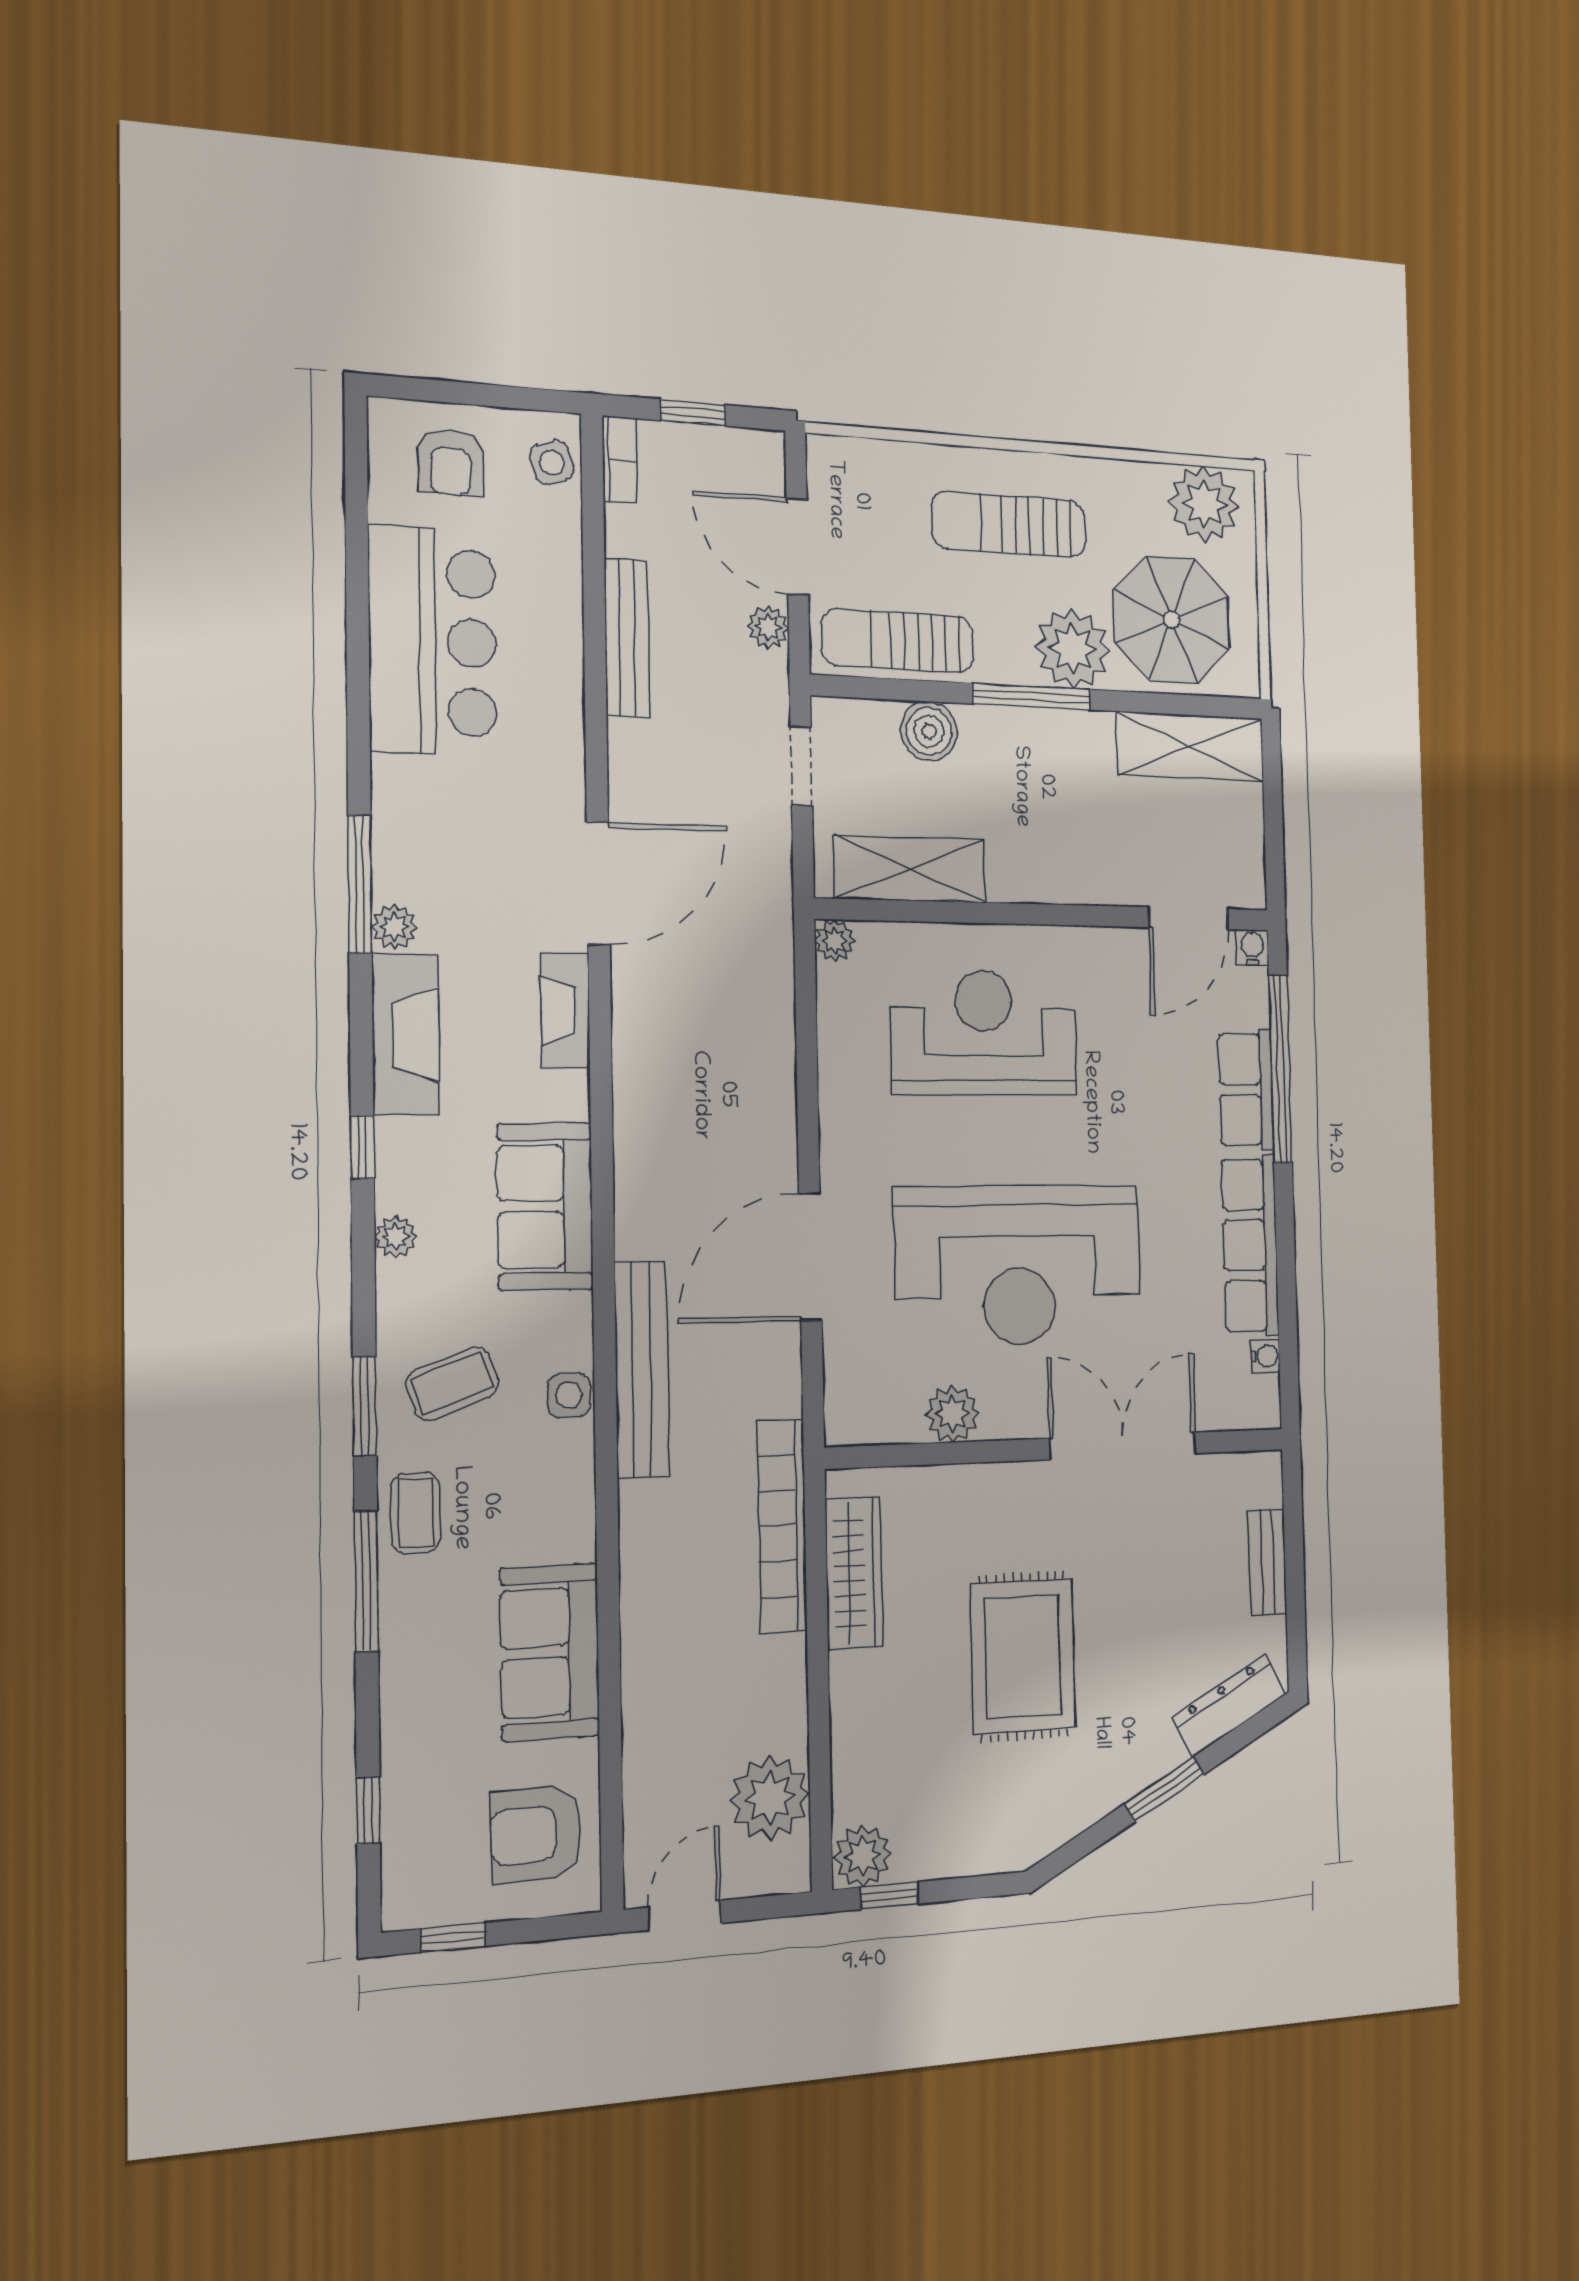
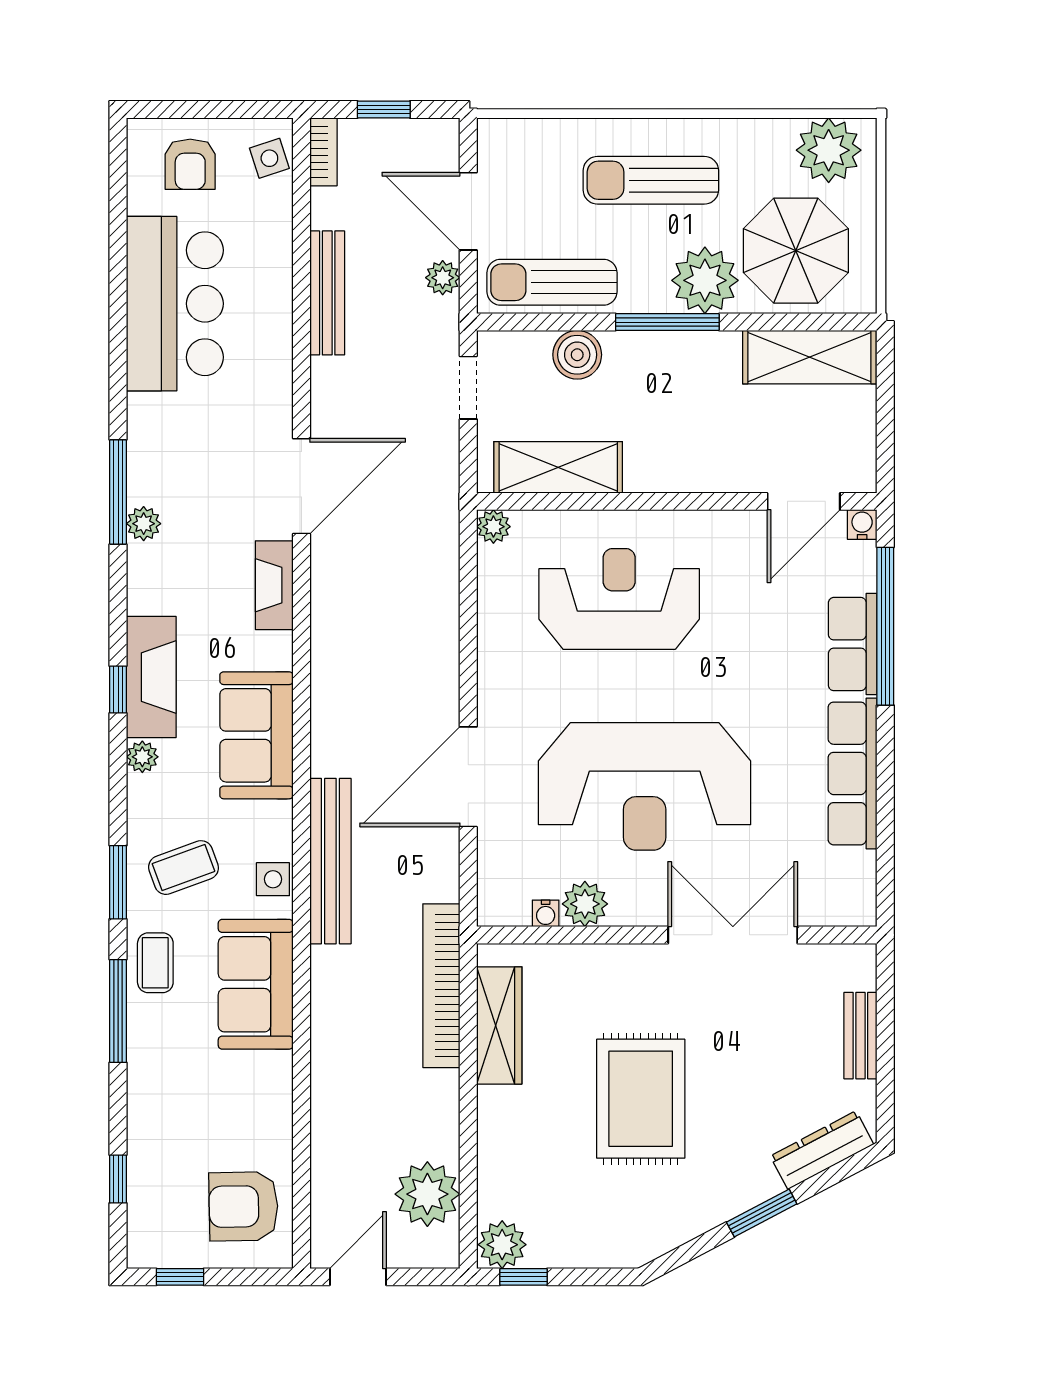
fireplace: (406, 1034) -> (151, 677), moved
water cooler: (1265, 1356) -> (546, 913), moved, turned 90
sofa: (550, 1652) -> (256, 984), moved

